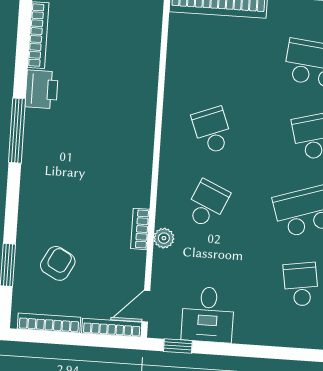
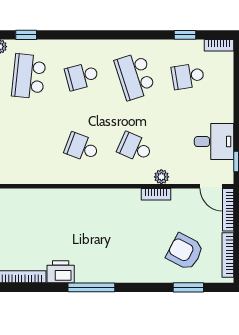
school desk: (212, 130) -> (82, 147), turned 42
armchair: (58, 263) -> (185, 252), width x1.38, depth x1.38

